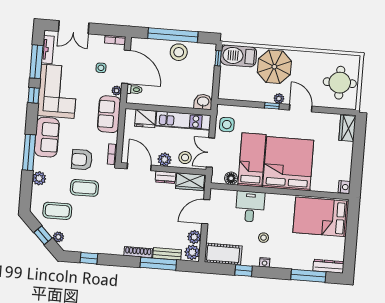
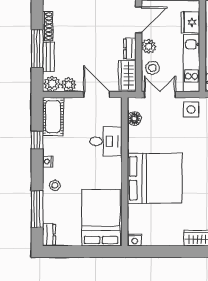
bed: (252, 160) -> (156, 139), removed
stool: (264, 238) -> (55, 185), moved
dresser: (328, 266) -> (49, 235), width x0.70

